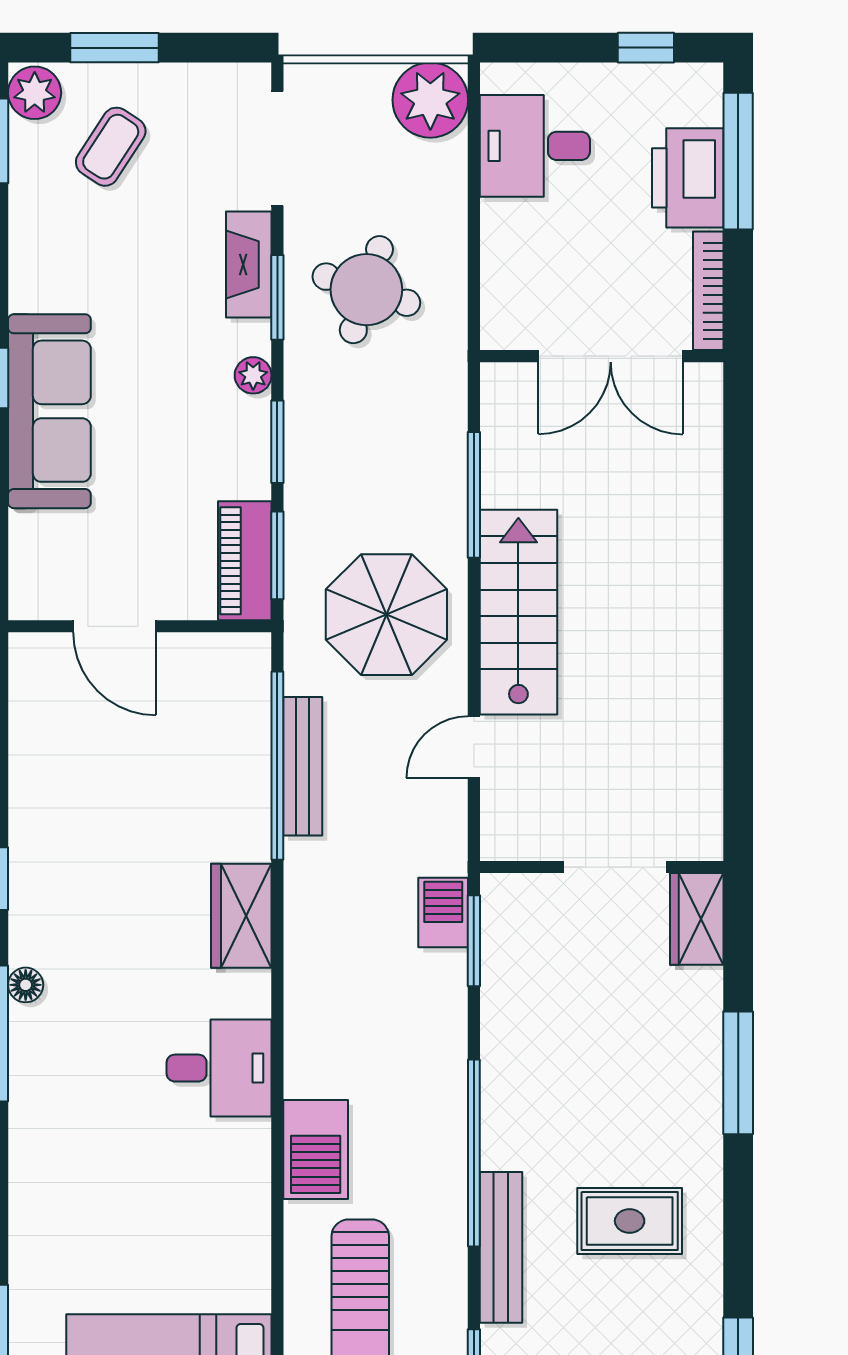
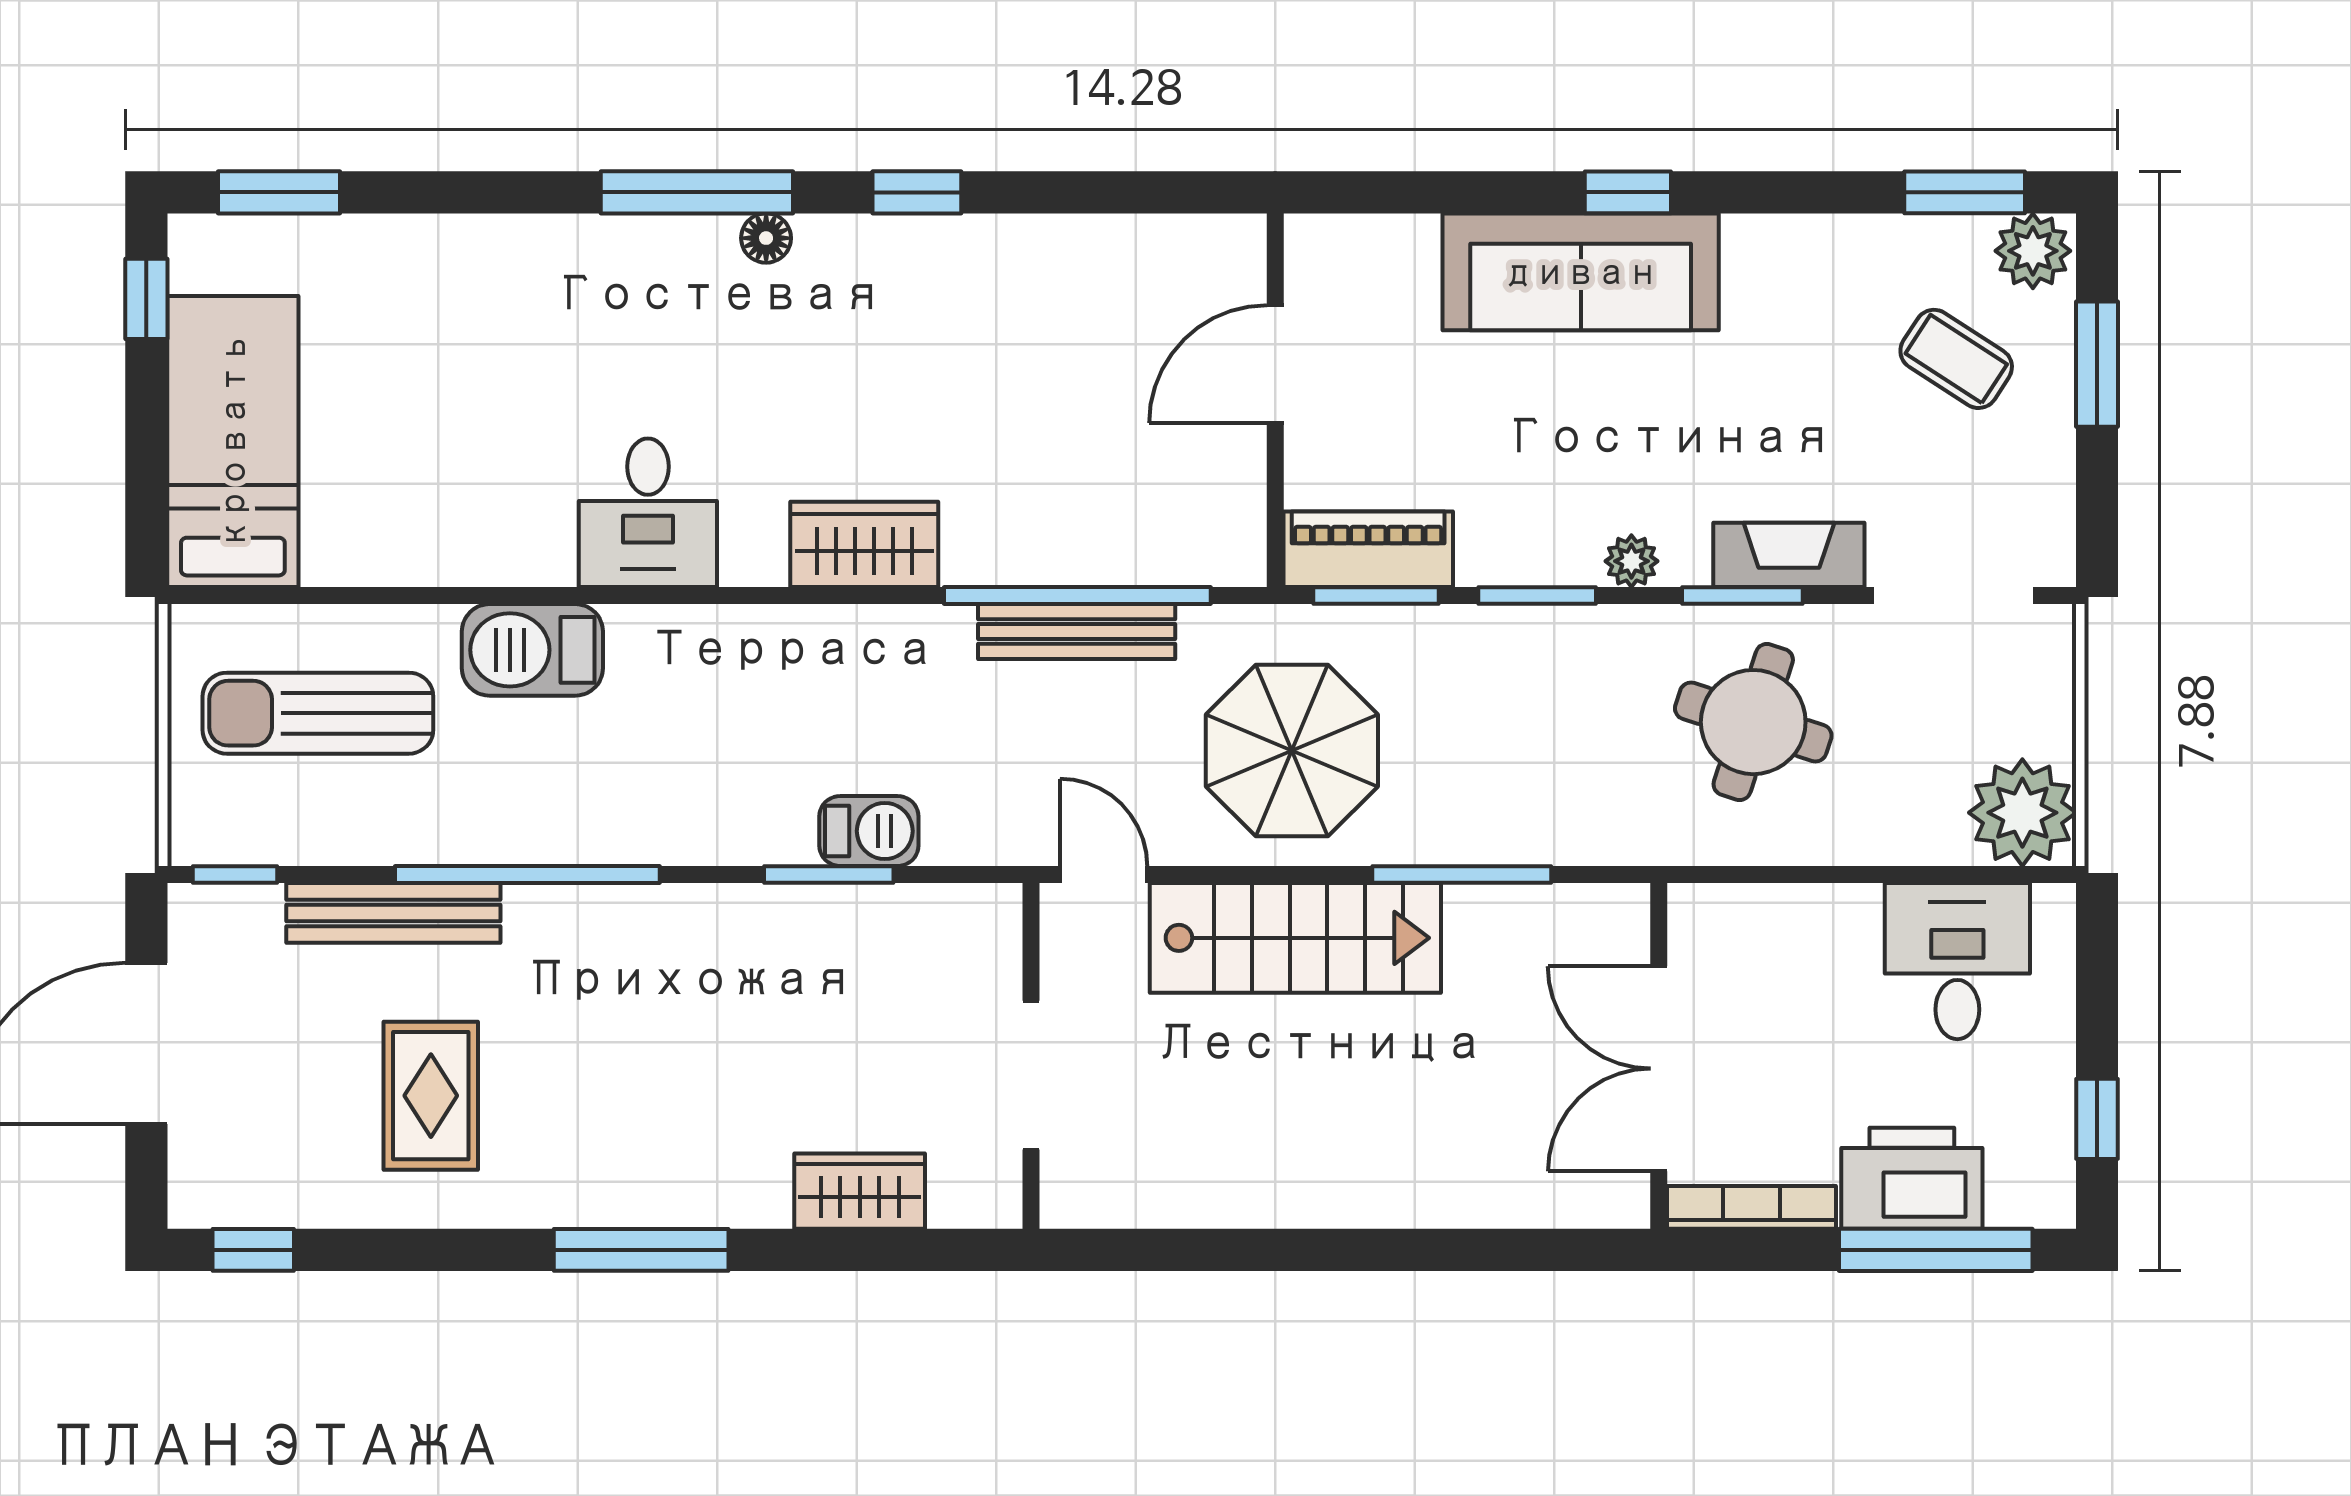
wall: (602, 867) -> (1031, 1056), moved
doorway: (615, 867) -> (1031, 1075), moved

